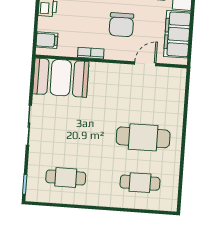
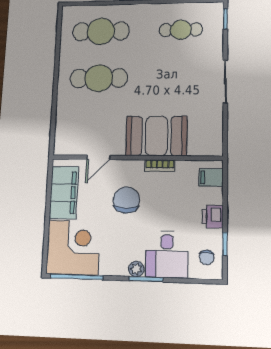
booth: (61, 78) -> (156, 136), moved
cafe table: (140, 183) -> (101, 31), width x1.37, depth x1.35

